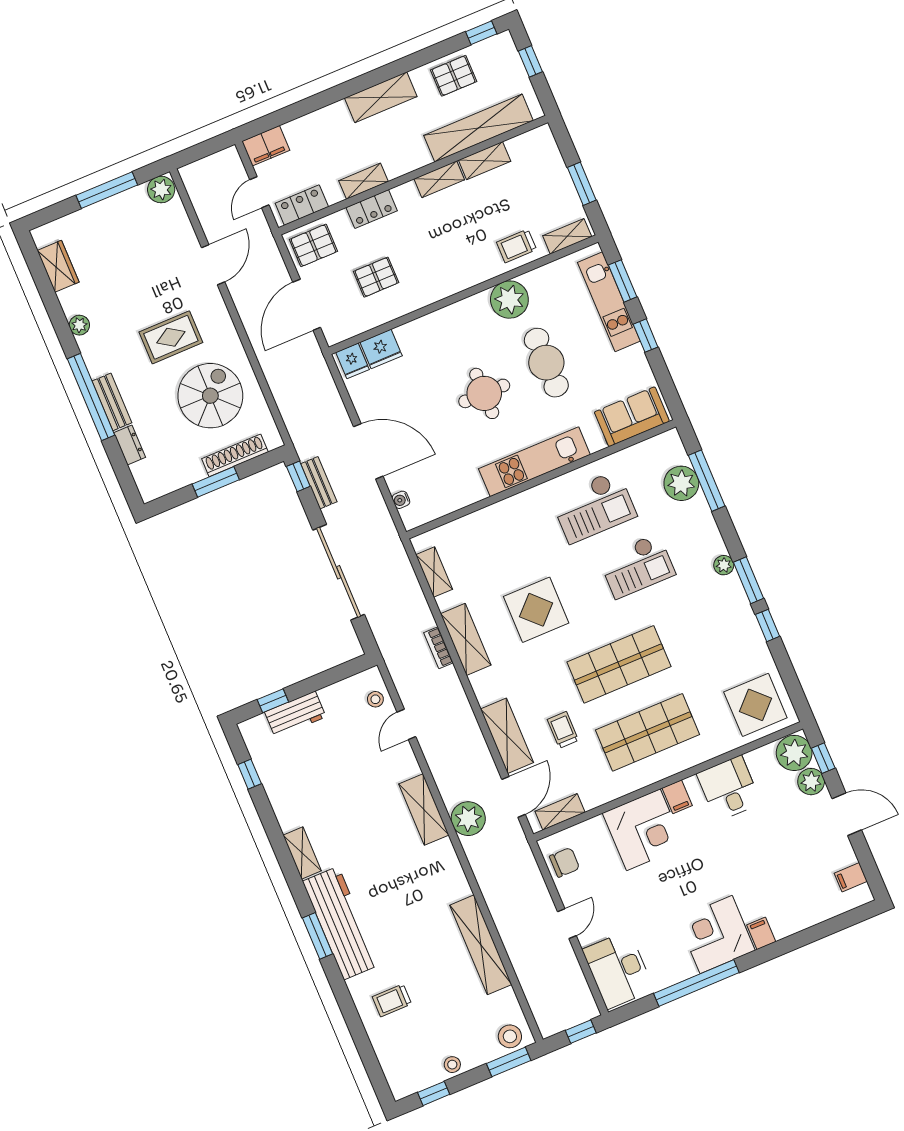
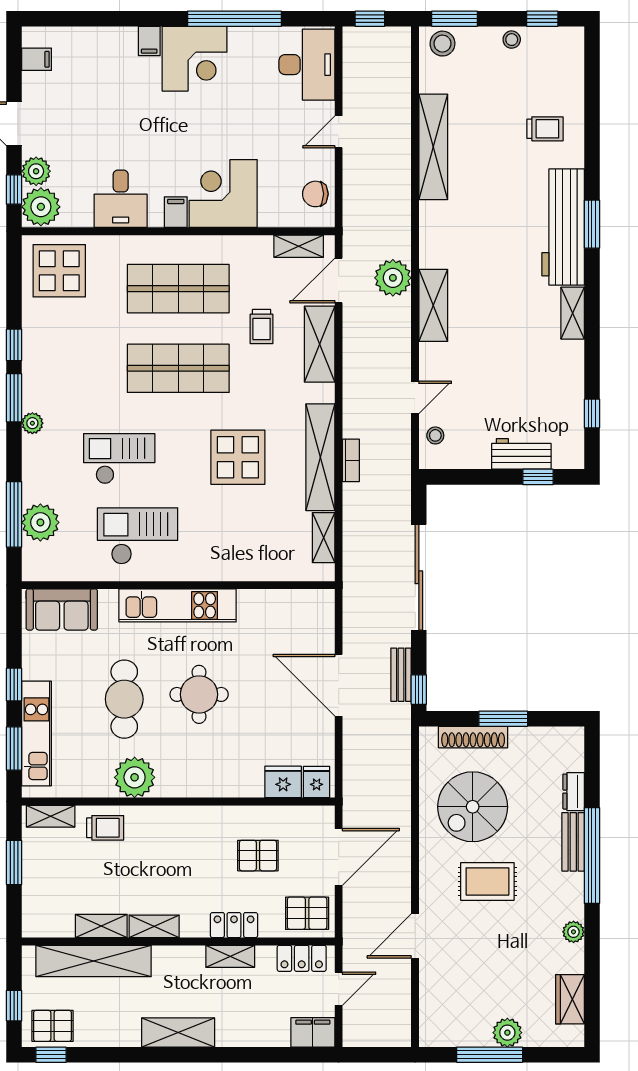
pallet: (454, 76) -> (52, 1026), moved
plant: (161, 190) -> (507, 1033), moved
water cooler: (401, 500) -> (326, 623), removed
shelving: (466, 639) -> (320, 457), width x1.47

